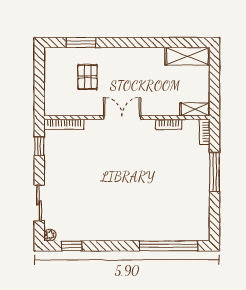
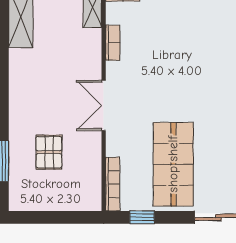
pallet: (88, 77) -> (49, 152), turned 90
shop shelf: (79, 169) -> (173, 164), added

